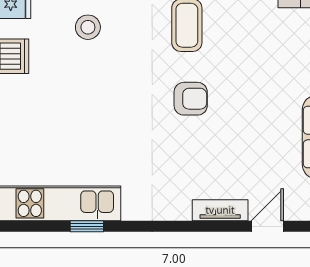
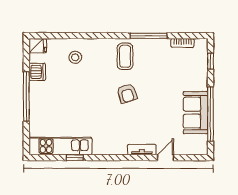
armchair: (191, 99) -> (127, 93), turned 73

